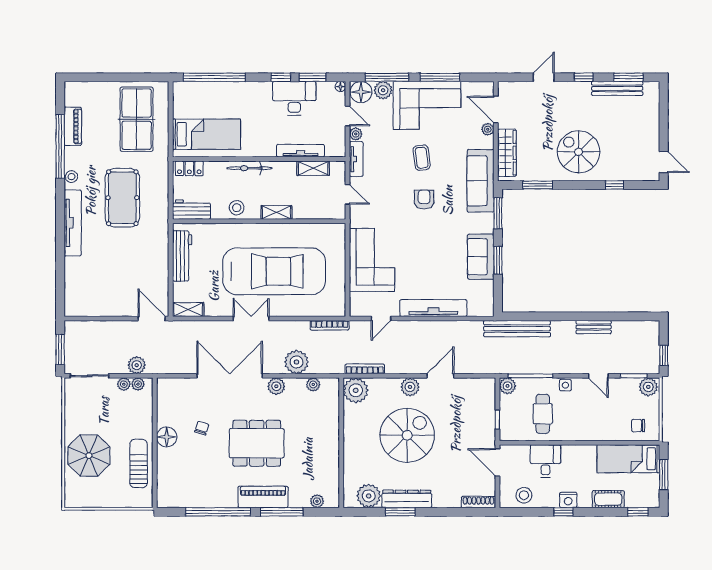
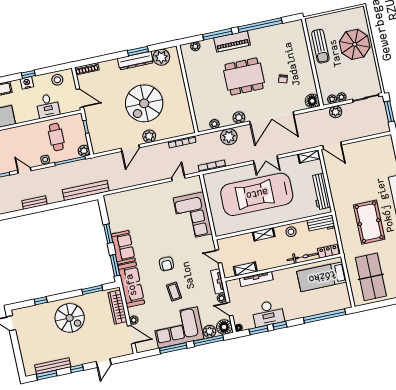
bicycle: (249, 168) -> (302, 257), moved
sofa: (481, 257) -> (123, 247), moved
tv unit: (433, 308) -> (145, 192), removed
plant: (356, 390) -> (185, 126), removed
floor lamp: (167, 437) -> (312, 101), moved

